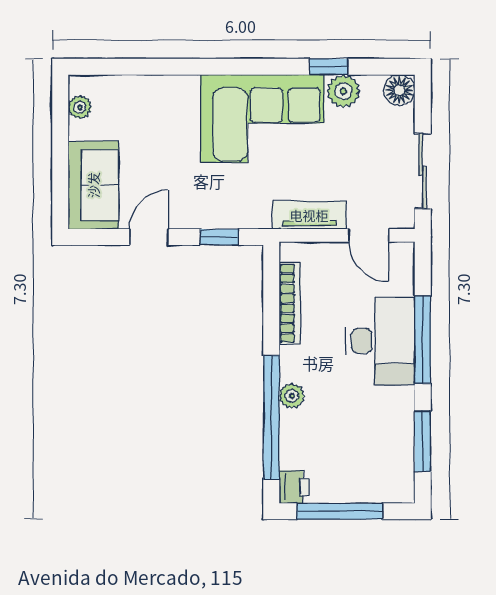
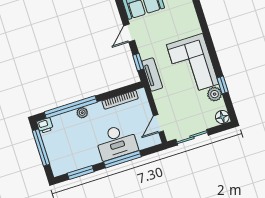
tv unit: (309, 215) -> (152, 74), moved
door: (149, 237) -> (129, 33), swing flipped

